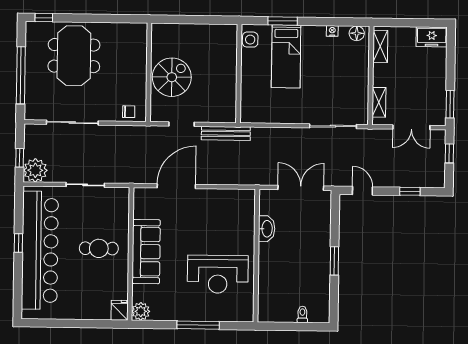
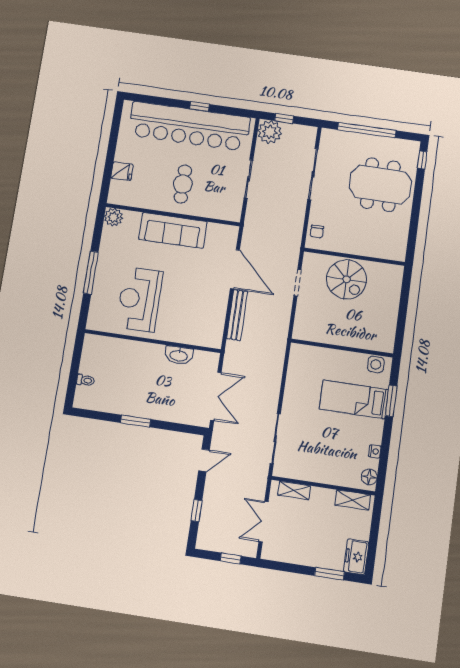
window: (450, 104) -> (329, 574), moved
bench: (226, 133) -> (237, 315), moved
fridge: (120, 310) -> (122, 171), moved

